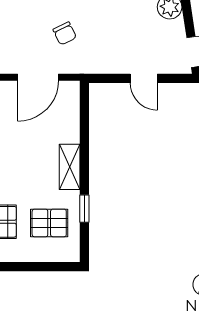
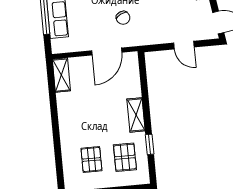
pallet: (49, 223) -> (125, 157), turned 90

